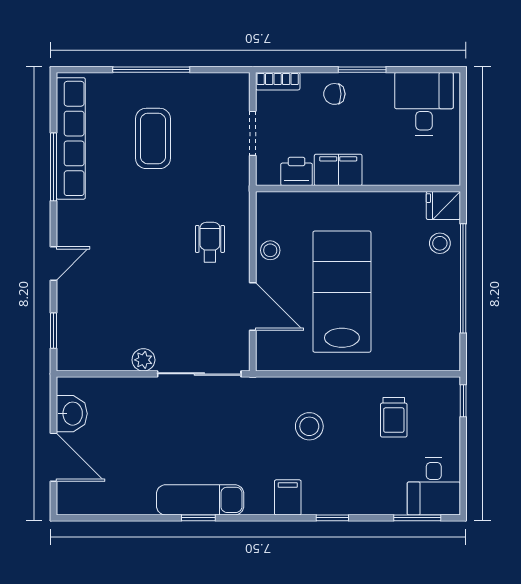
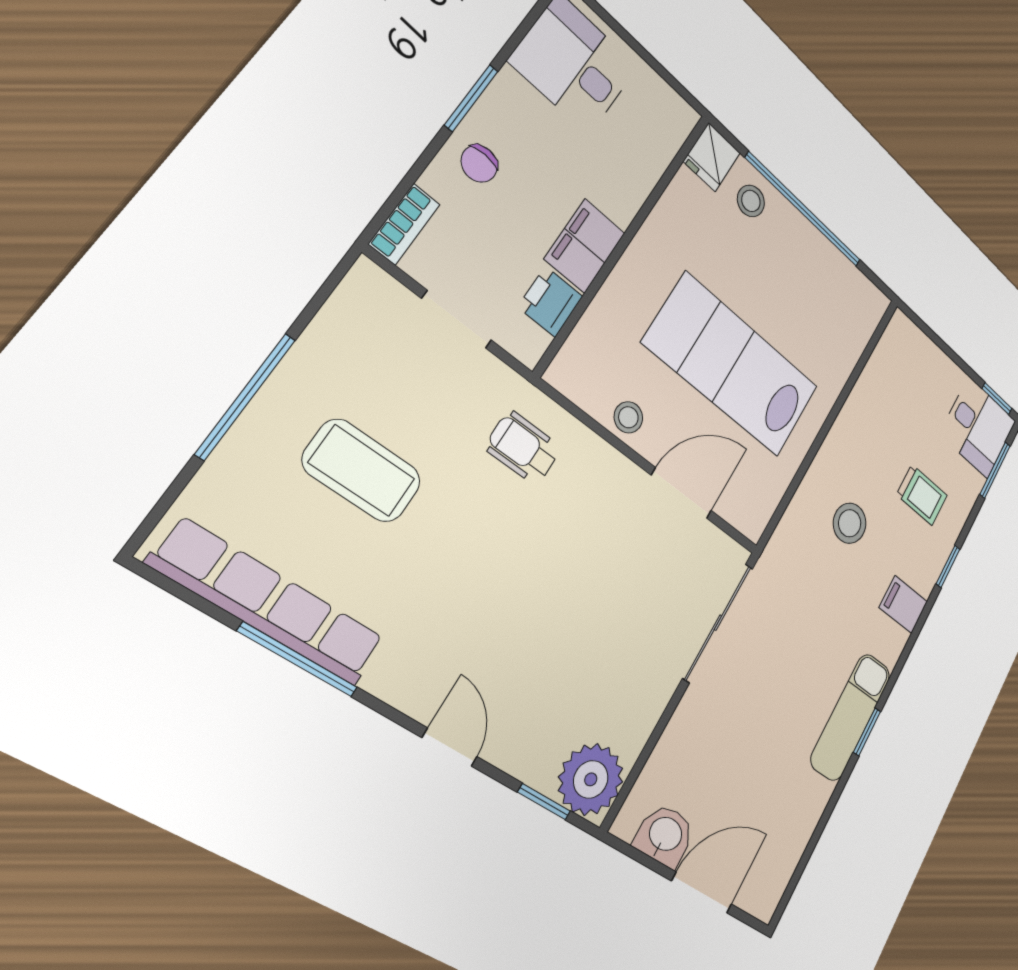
wheelchair: (210, 242) -> (523, 448), moved
plant: (143, 360) -> (591, 779), moved, width x1.88, depth x1.88
window: (463, 401) -> (997, 399), moved
trolley: (394, 417) -> (922, 495), moved

